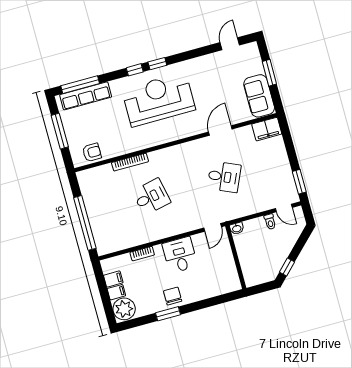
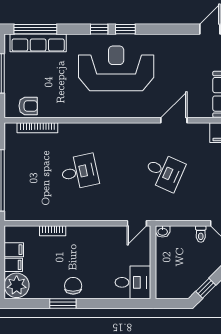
bookcase: (130, 162) -> (37, 128), moved
desk: (180, 255) -> (133, 282), moved, turned 90

